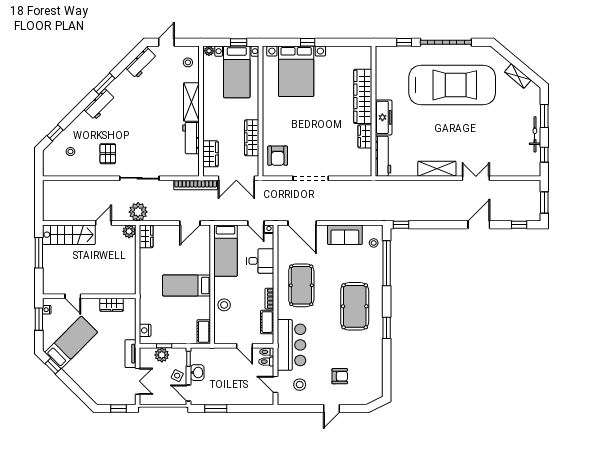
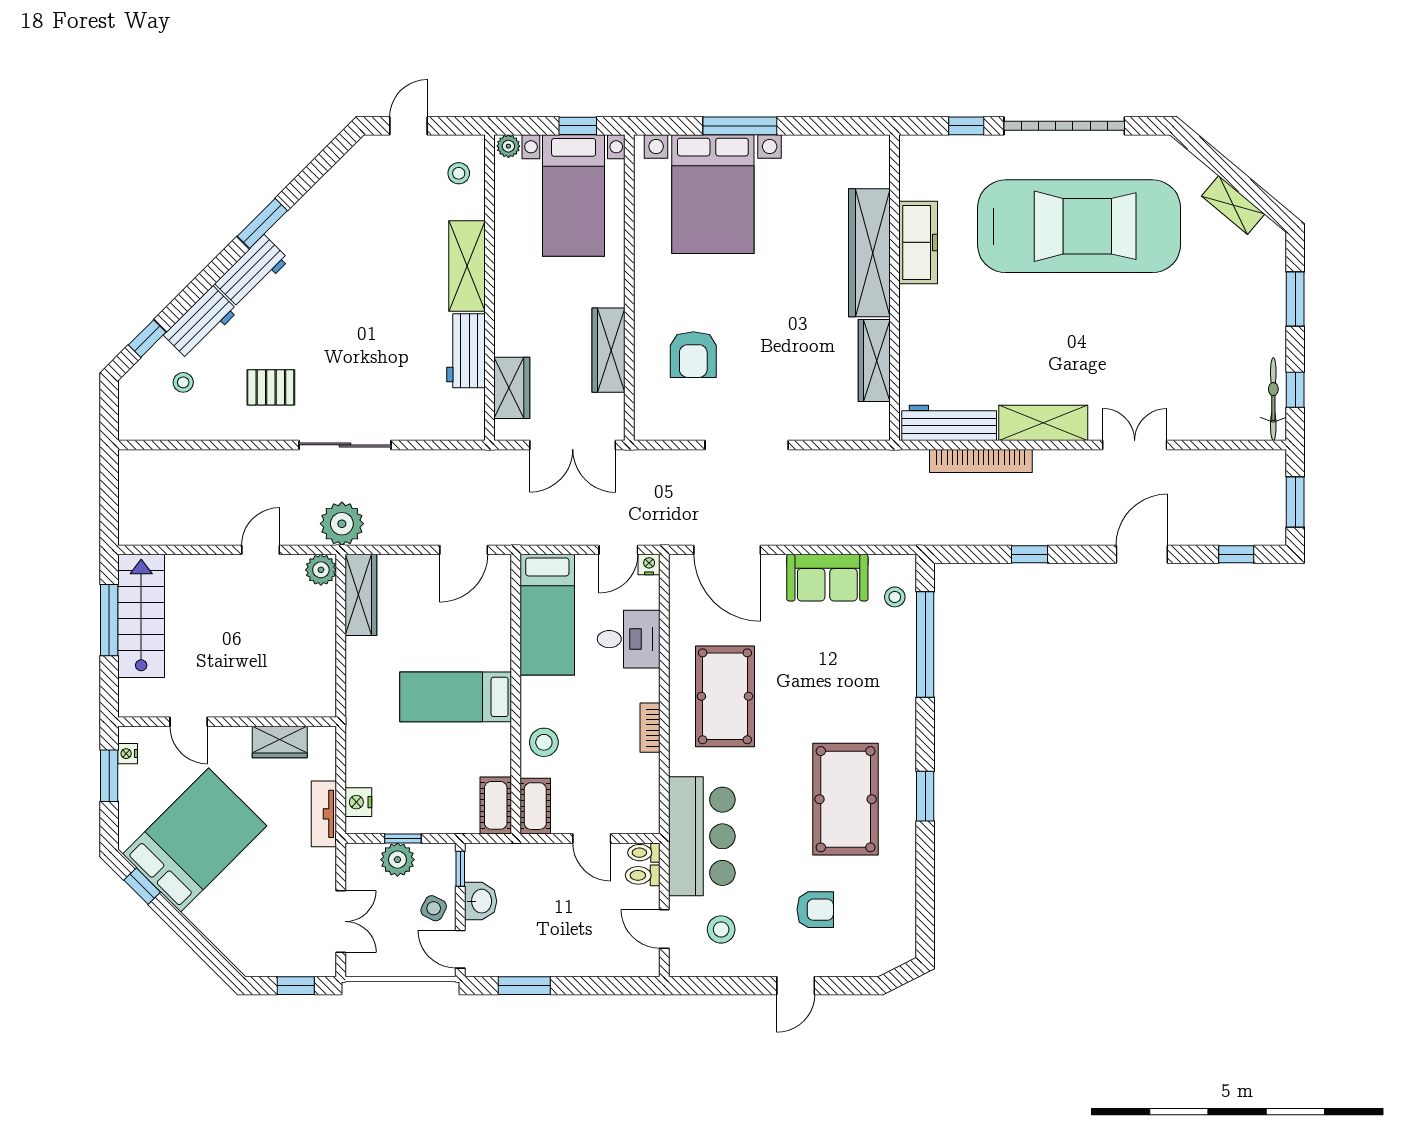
window: (308, 42) -> (740, 126), width x2.17
workbench: (141, 63) -> (201, 323), moved
freezer: (384, 117) -> (918, 242), moved
bicycle: (535, 134) -> (1273, 399), moved
wardrobe: (365, 136) -> (874, 360), width x1.50
pallet: (108, 154) -> (271, 387), turned 90
armchair: (278, 156) -> (693, 355), moved
workbench: (383, 156) -> (949, 423), moved, turned -90
bookcase: (196, 185) -> (981, 461), moved
door: (256, 223) -> (618, 550), hinge flipped
window: (401, 225) -> (1030, 554), moved
stairs: (69, 235) -> (141, 616), moved, turned -90
wardrobe: (146, 236) -> (361, 595), width x1.50
pool table: (355, 306) -> (846, 799), moved
cot: (267, 322) -> (535, 806), moved
bed: (71, 342) -> (195, 840), width x1.50
tv unit: (130, 354) -> (324, 814), moved

